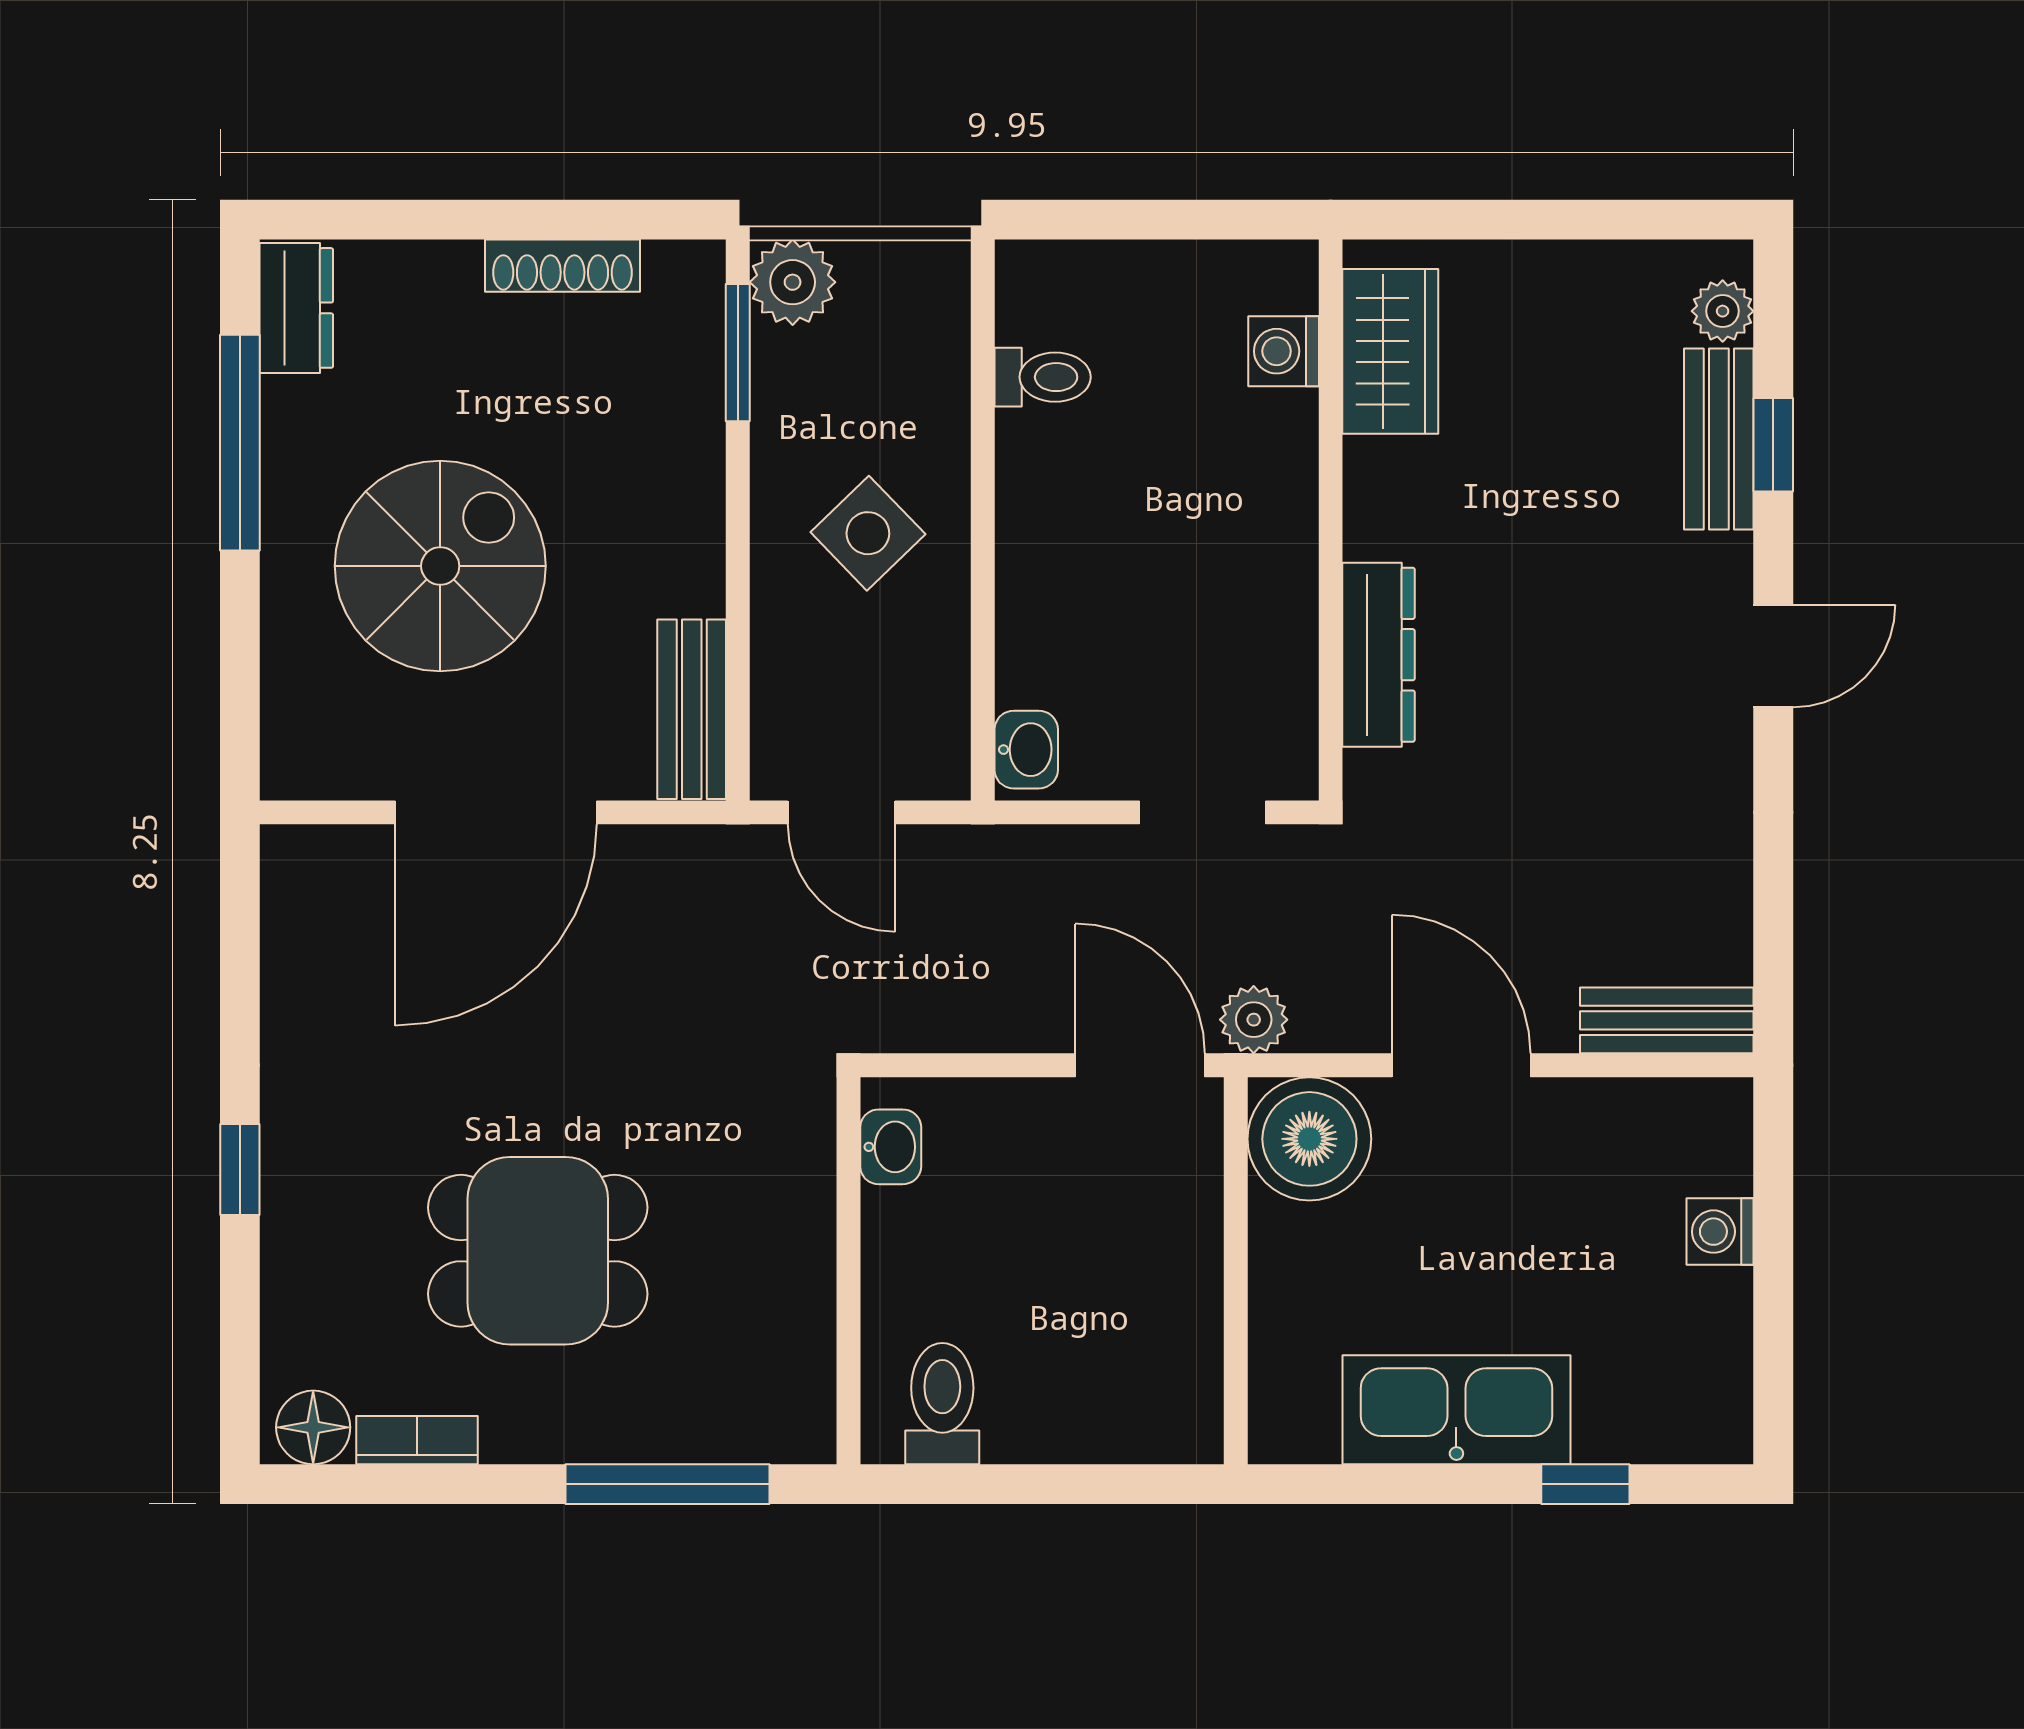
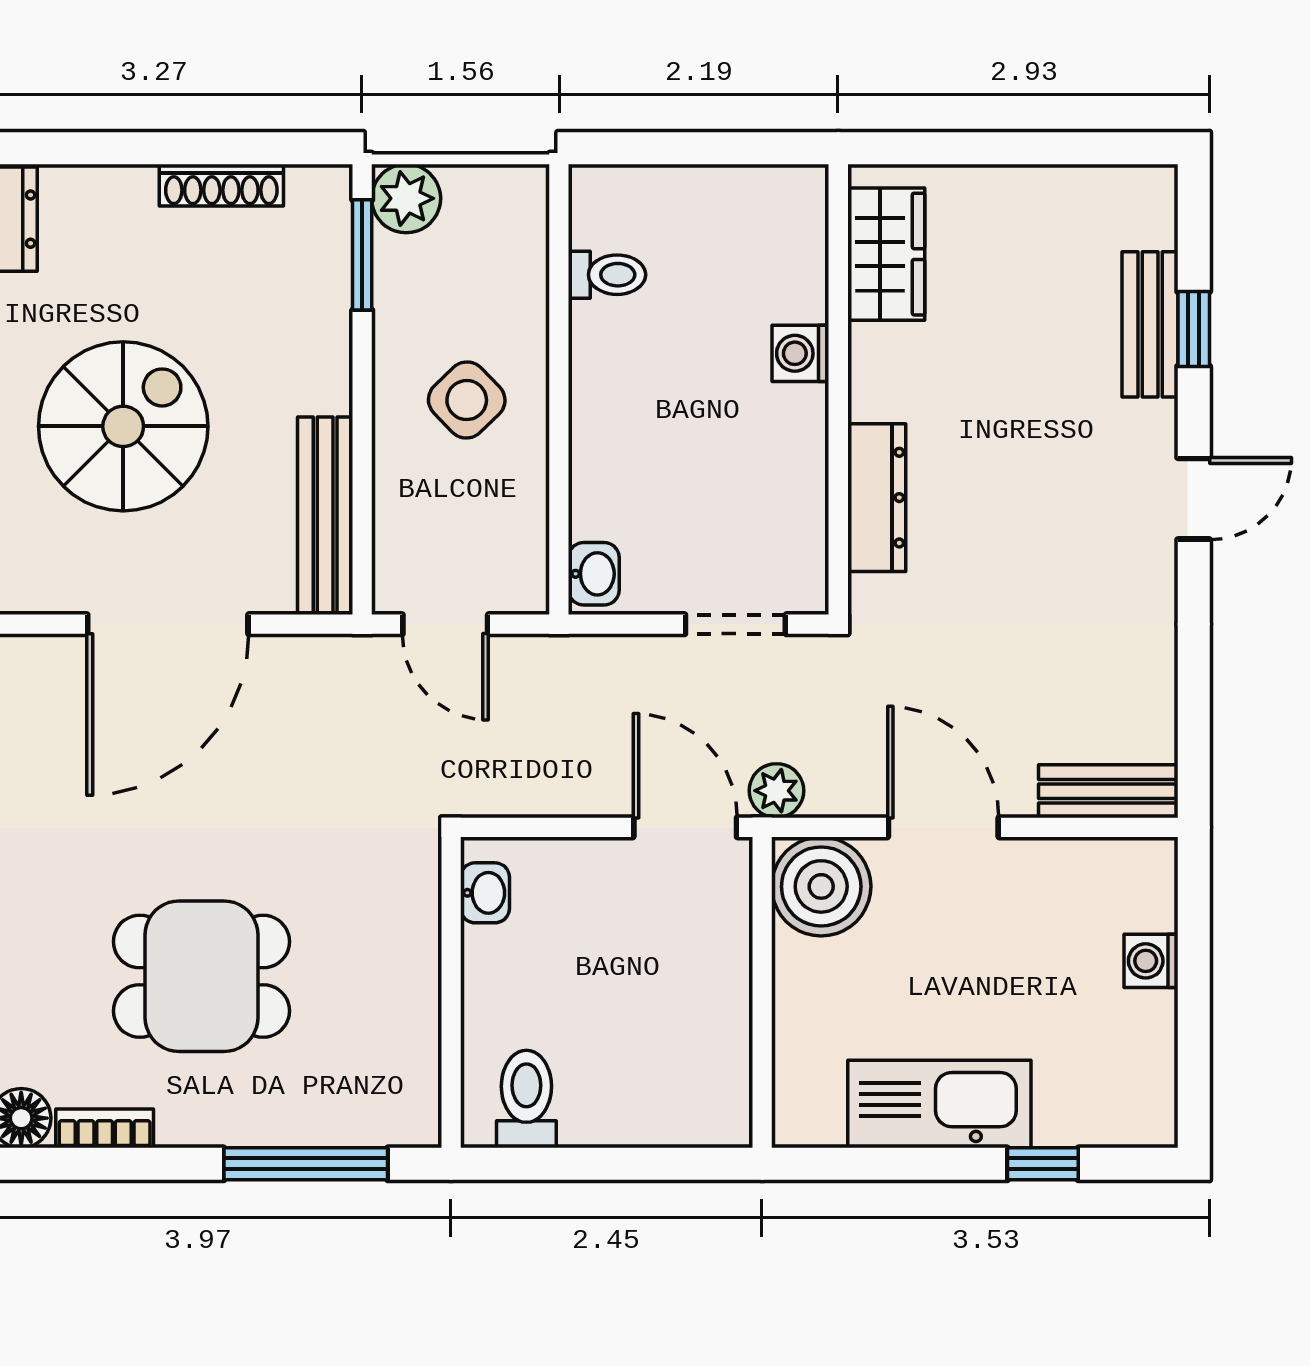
plant: (1723, 311) -> (1153, 222), removed
washing machine: (1284, 351) -> (800, 353), moved
bench: (692, 709) -> (325, 515), width x1.36

